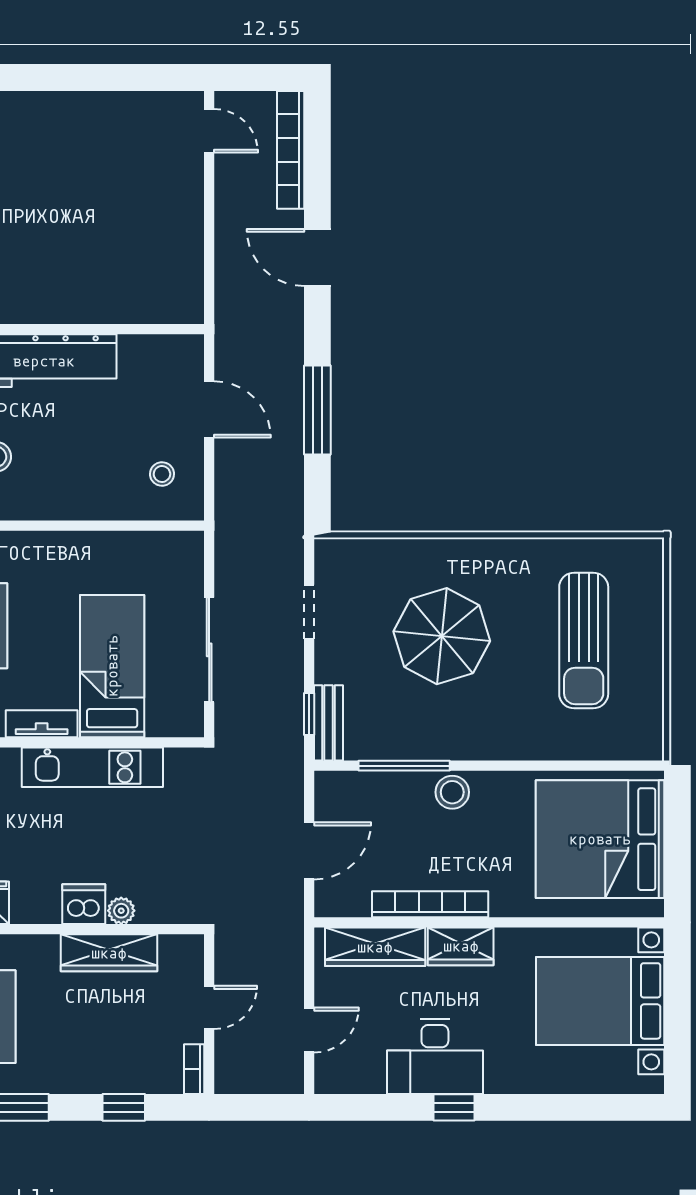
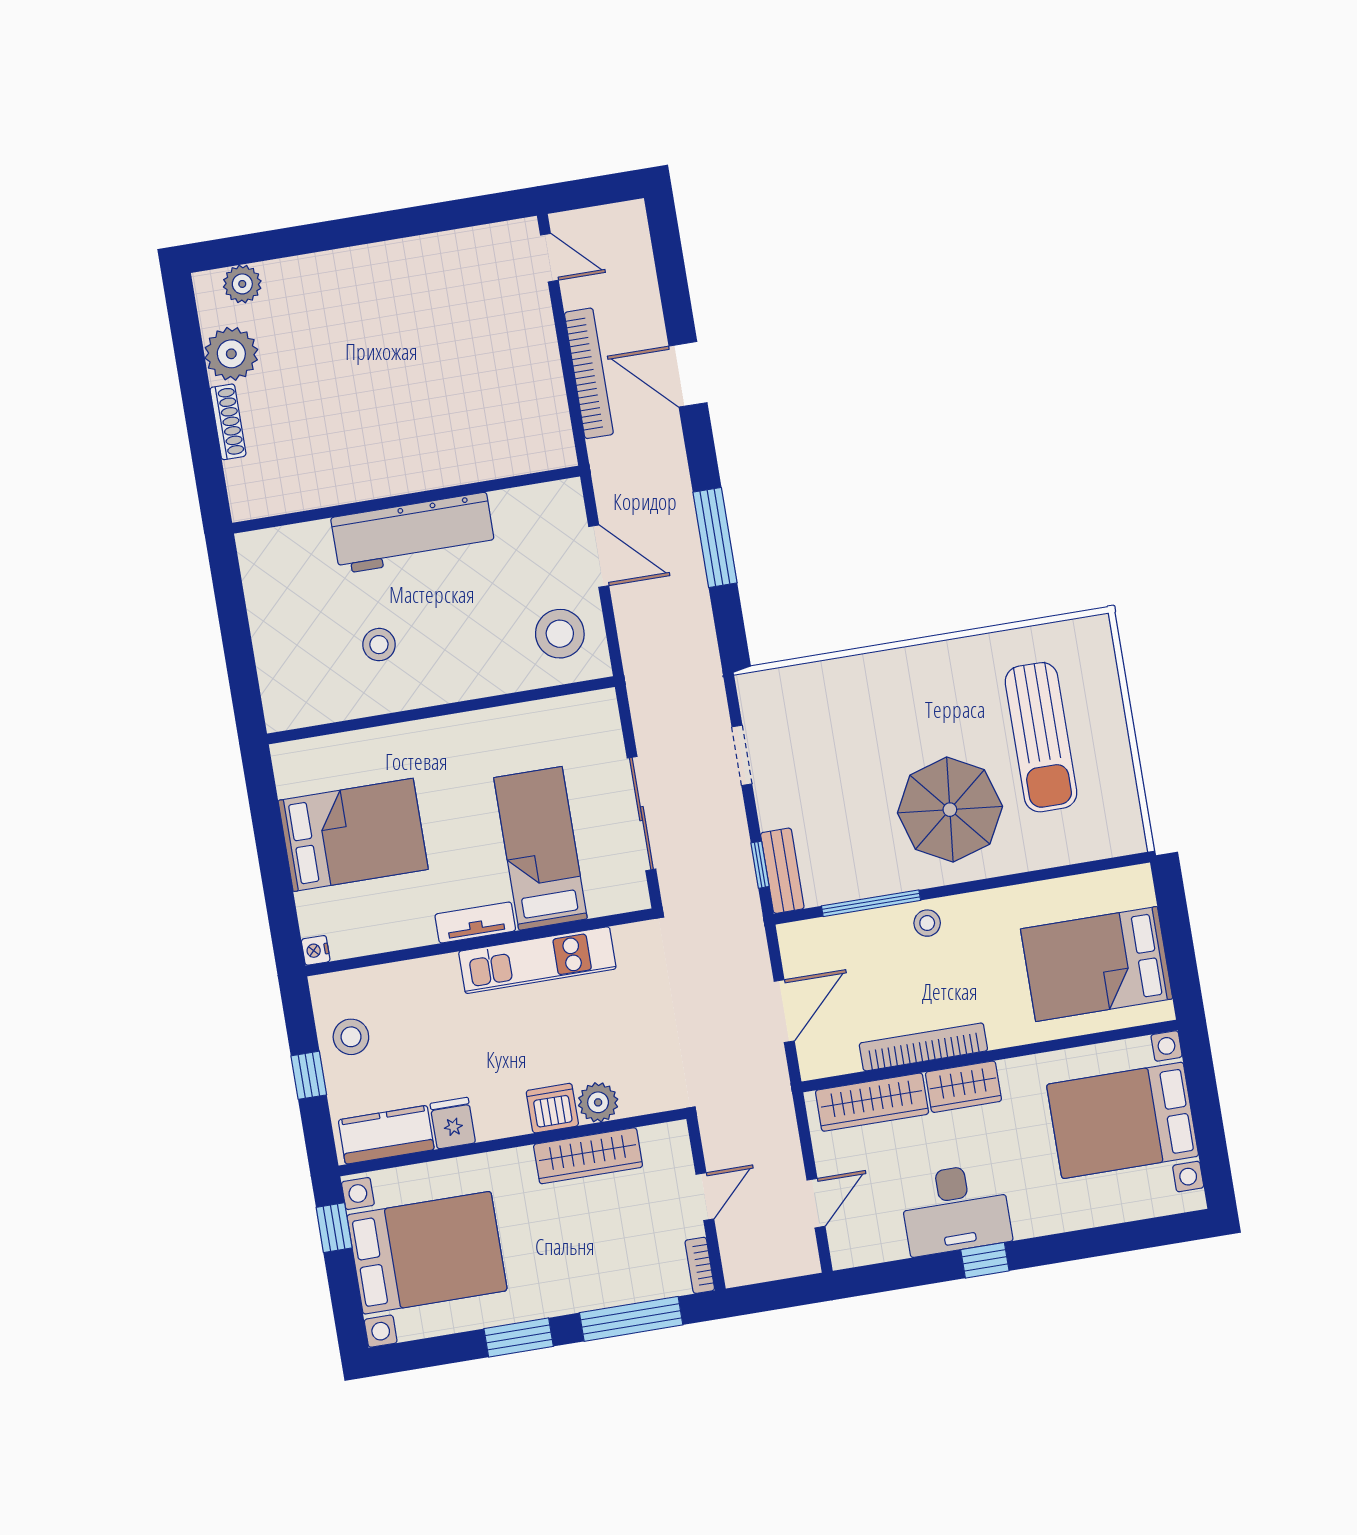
bookcase: (291, 150) -> (589, 373), moved, turned 180
stool: (162, 474) -> (560, 634), width x1.89, depth x1.89
parasol: (442, 636) -> (950, 810), moved
stool: (452, 792) -> (927, 923), width x0.73, depth x0.73
bed: (600, 839) -> (1097, 964), width x0.73
plant: (121, 911) -> (598, 1102), width x1.38, depth x1.38
window: (124, 1107) -> (631, 1319), width x2.17

